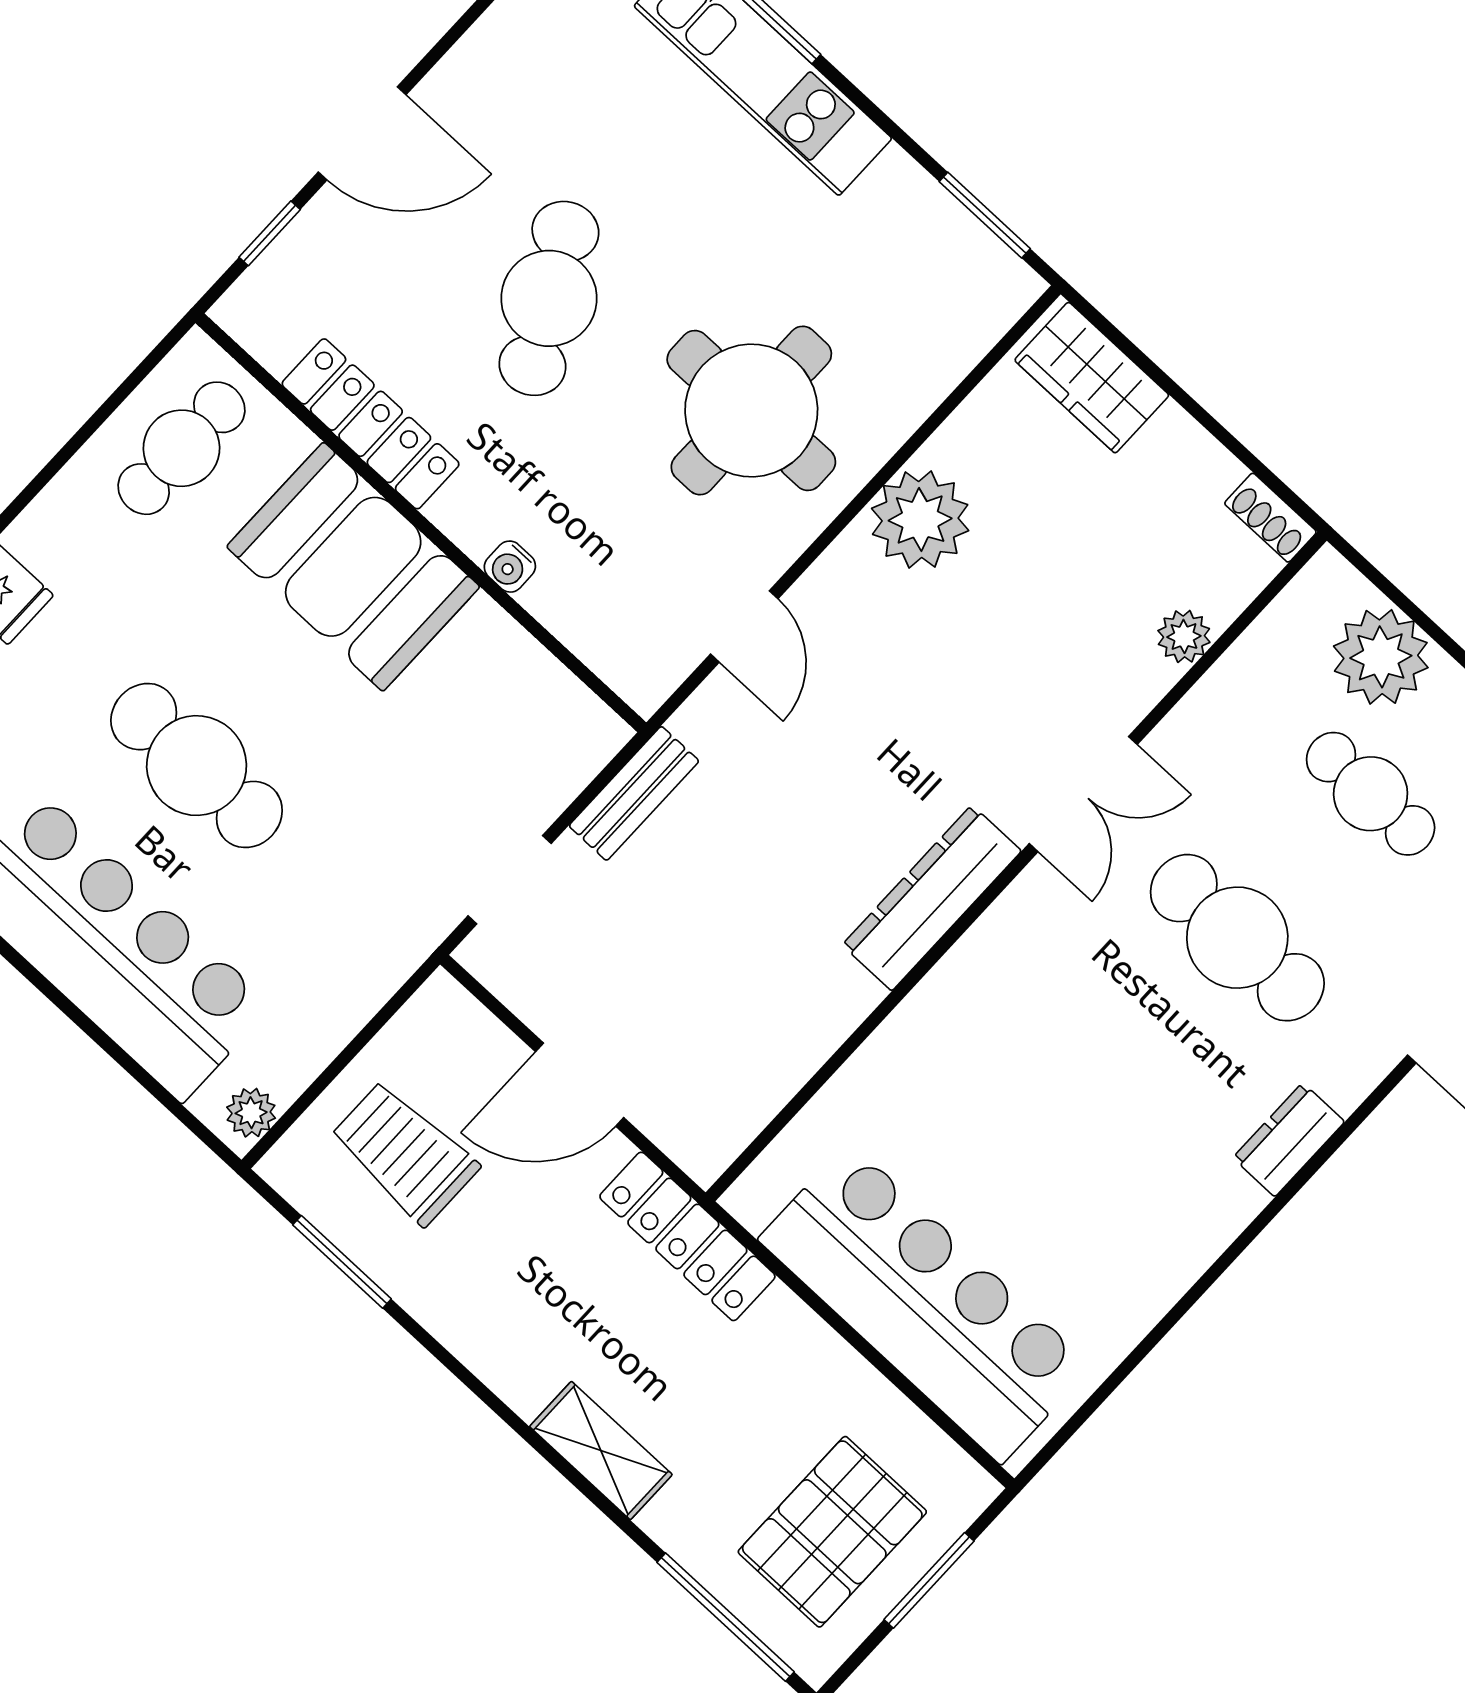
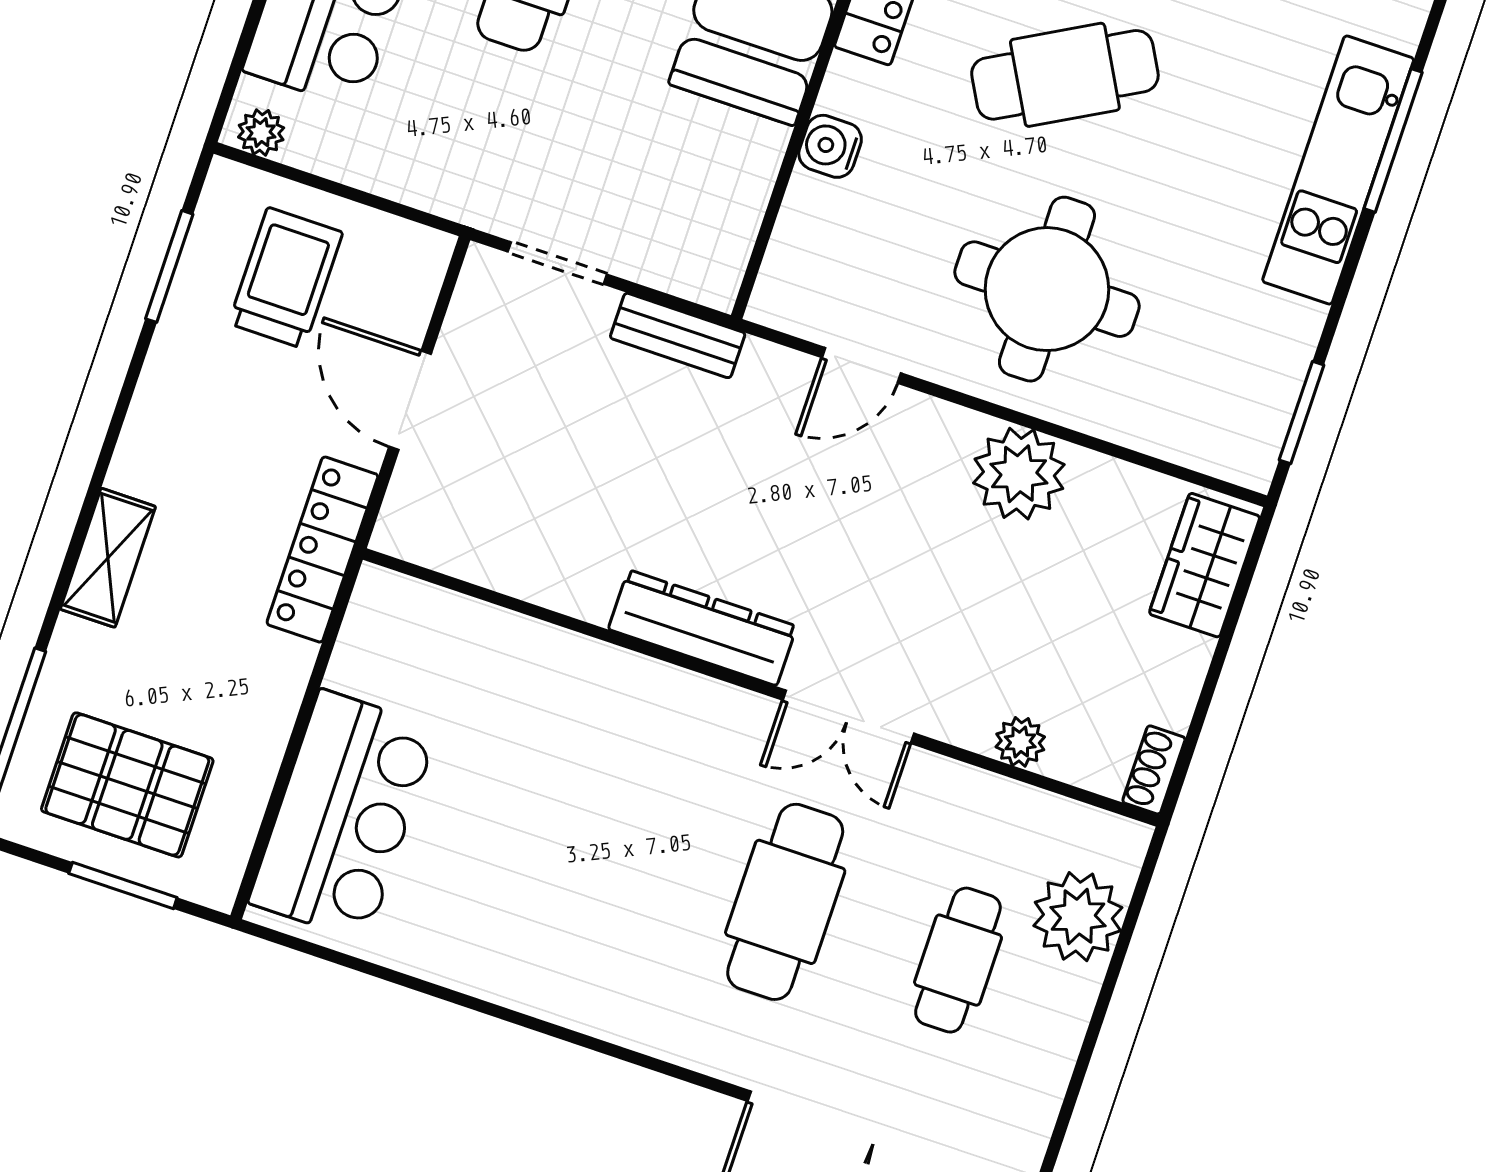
water cooler: (510, 567) -> (830, 146), width x1.38, depth x1.38
dresser: (1289, 1140) -> (634, 1022), removed
bar counter: (925, 1303) -> (343, 815), width x0.73

